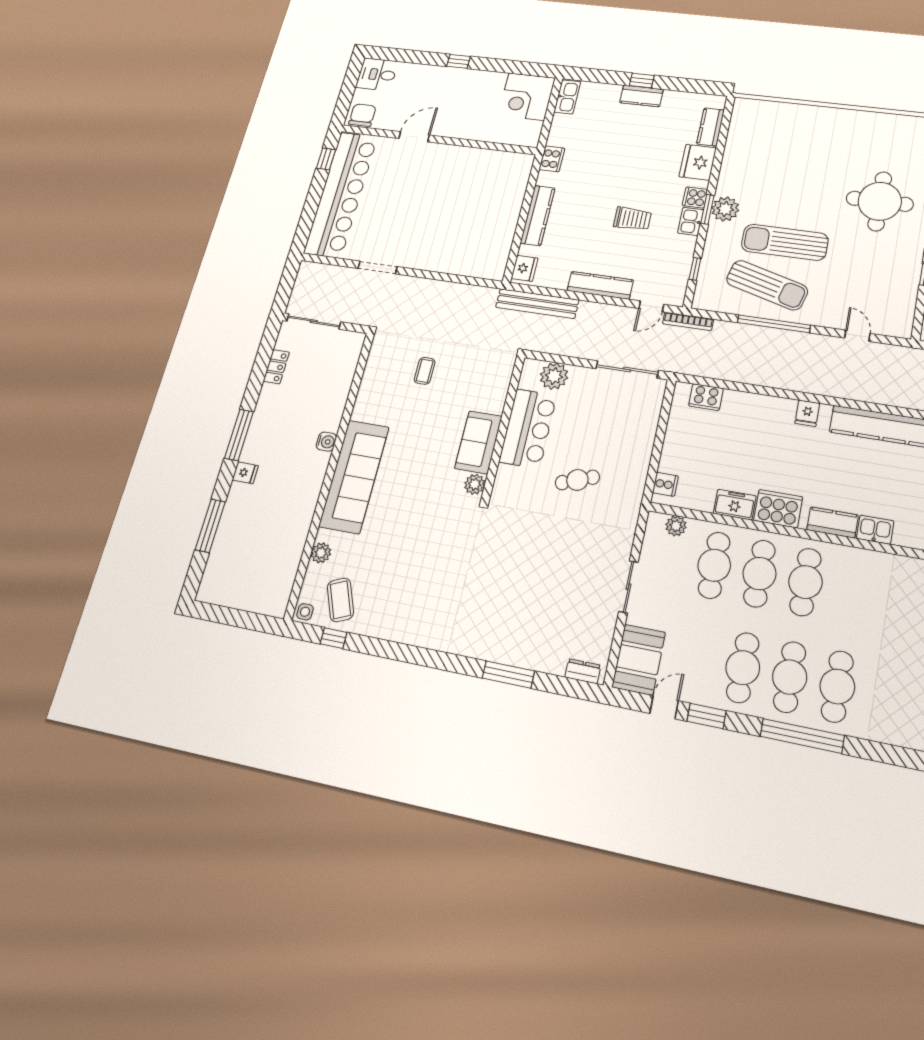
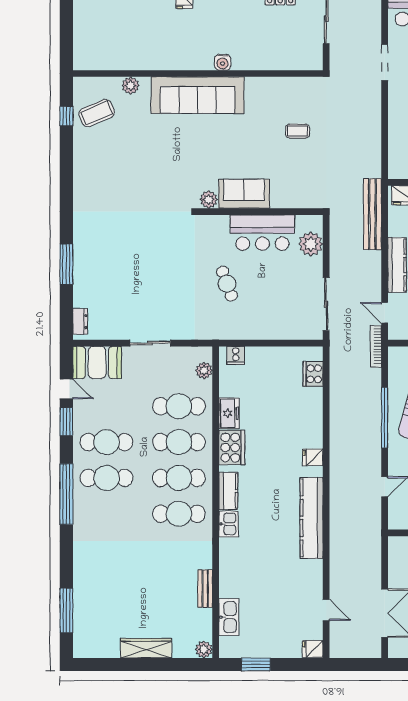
side table: (305, 612) -> (82, 86), removed
cafe table: (837, 686) -> (179, 514), moved

